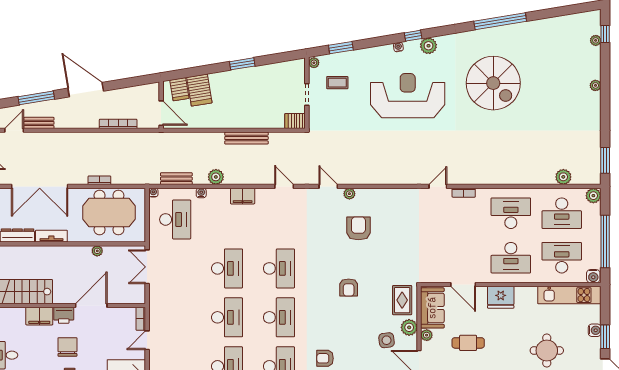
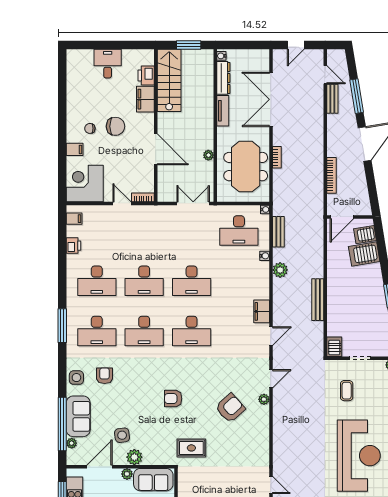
coffee table: (337, 83) -> (347, 391), moved
filing cabinet: (243, 196) -> (262, 311), moved
armchair: (358, 228) -> (230, 408), turned -42
rug: (402, 300) -> (191, 448), moved
printer: (64, 315) -> (146, 75), moved

